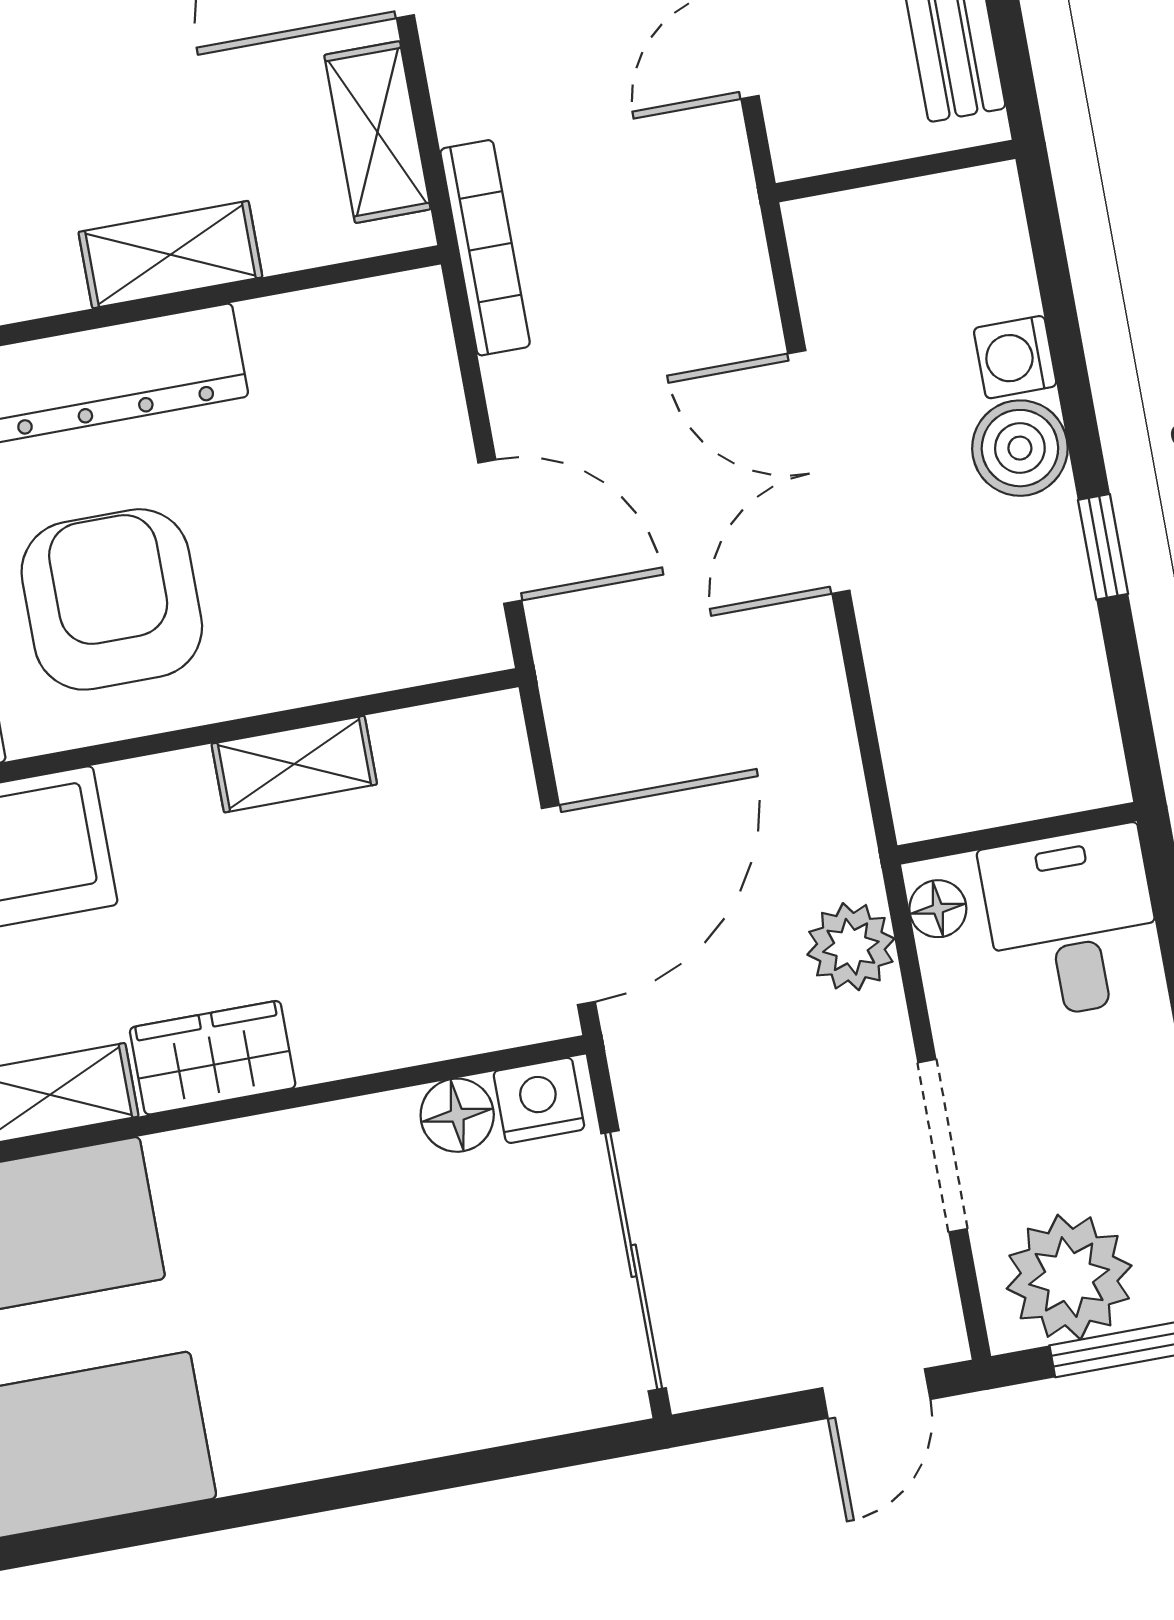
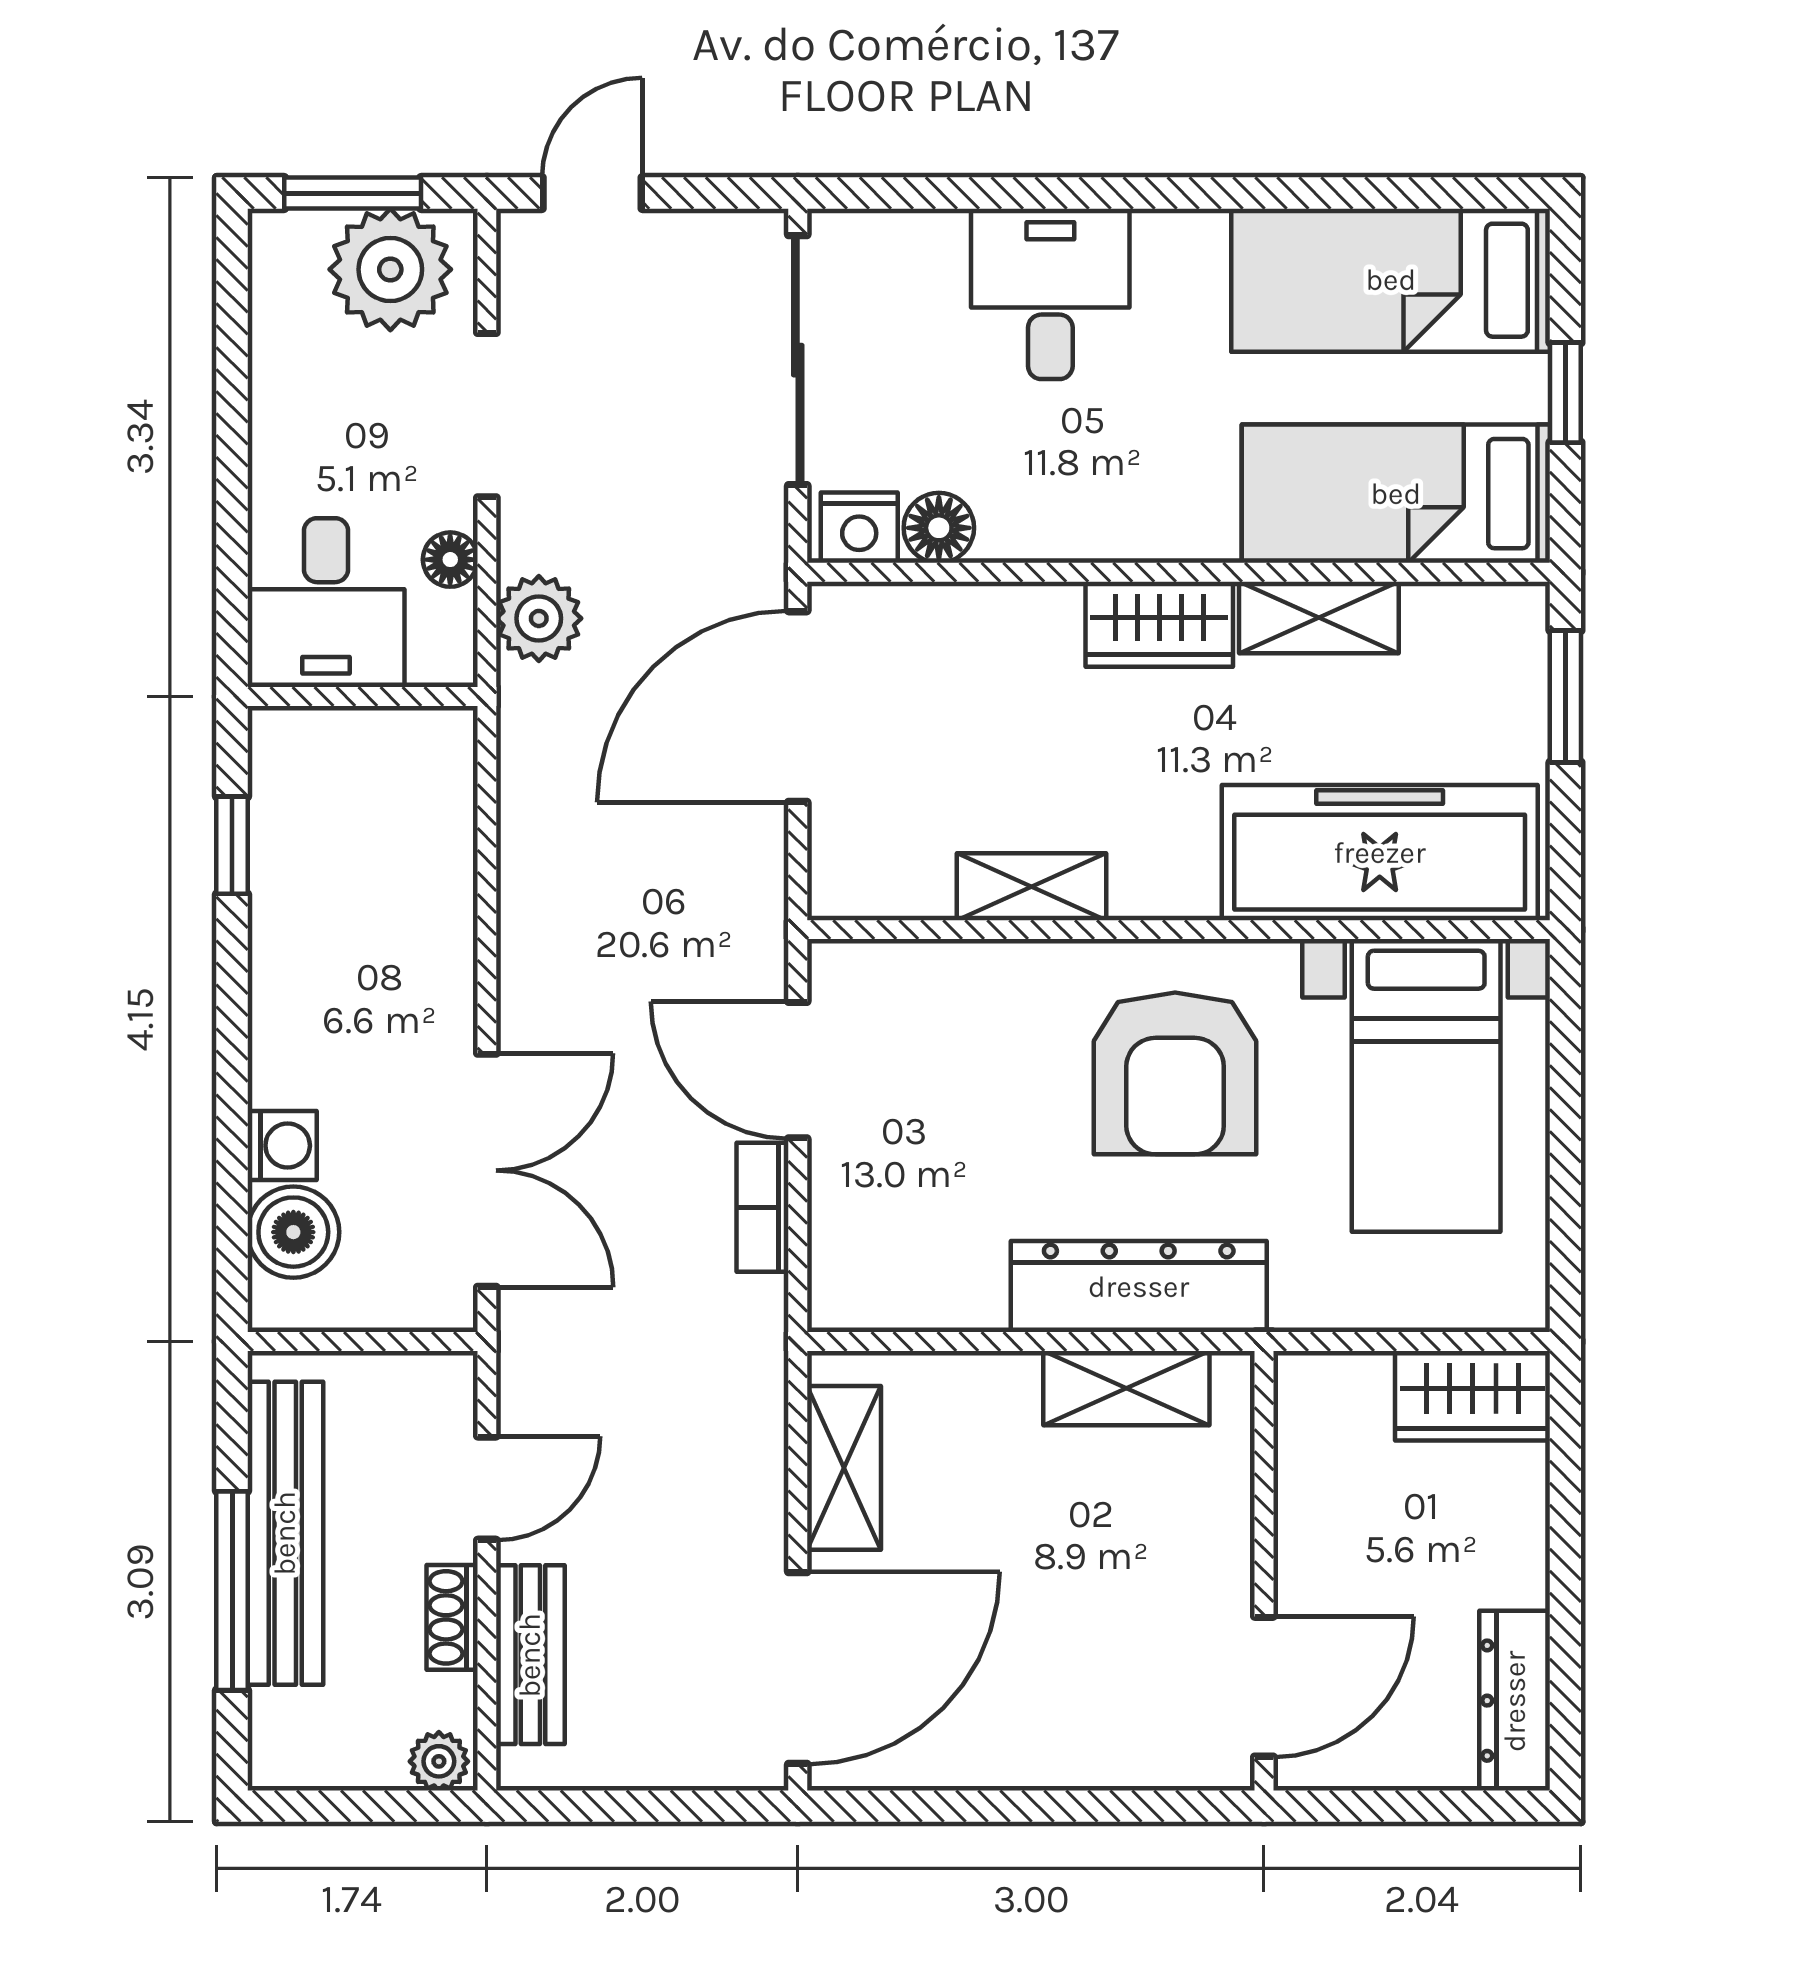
bookcase: (485, 248) -> (763, 1207), moved, width x0.64
shelving: (170, 255) -> (1126, 1388), moved
boiler: (1020, 448) -> (293, 1232), moved
double door: (819, 472) -> (487, 1170), moved
window: (1103, 547) -> (232, 845), moved
floor lamp: (938, 909) -> (450, 560), moved
desk: (387, 1376) -> (1050, 294), added

